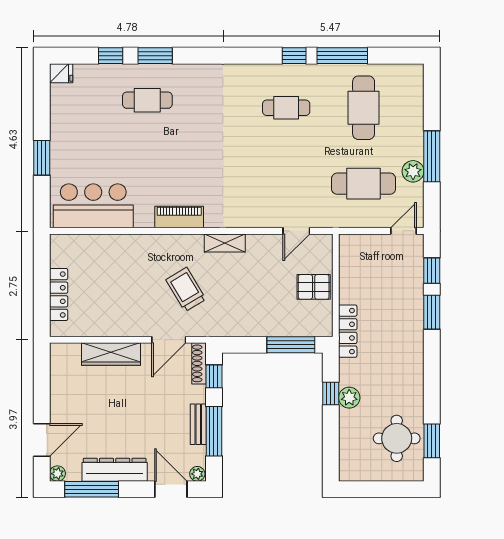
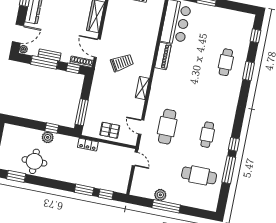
window: (111, 56) -> (256, 36), moved
fridge: (61, 73) -> (249, 20), removed
cafe table: (364, 184) -> (167, 127), moved
piano: (179, 217) -> (163, 56), moved
door: (404, 231) -> (135, 159), moved
pallet: (314, 287) -> (110, 130), turned 90
locker: (348, 331) -> (88, 145), width x0.66
round table: (397, 438) -> (34, 161), moved

